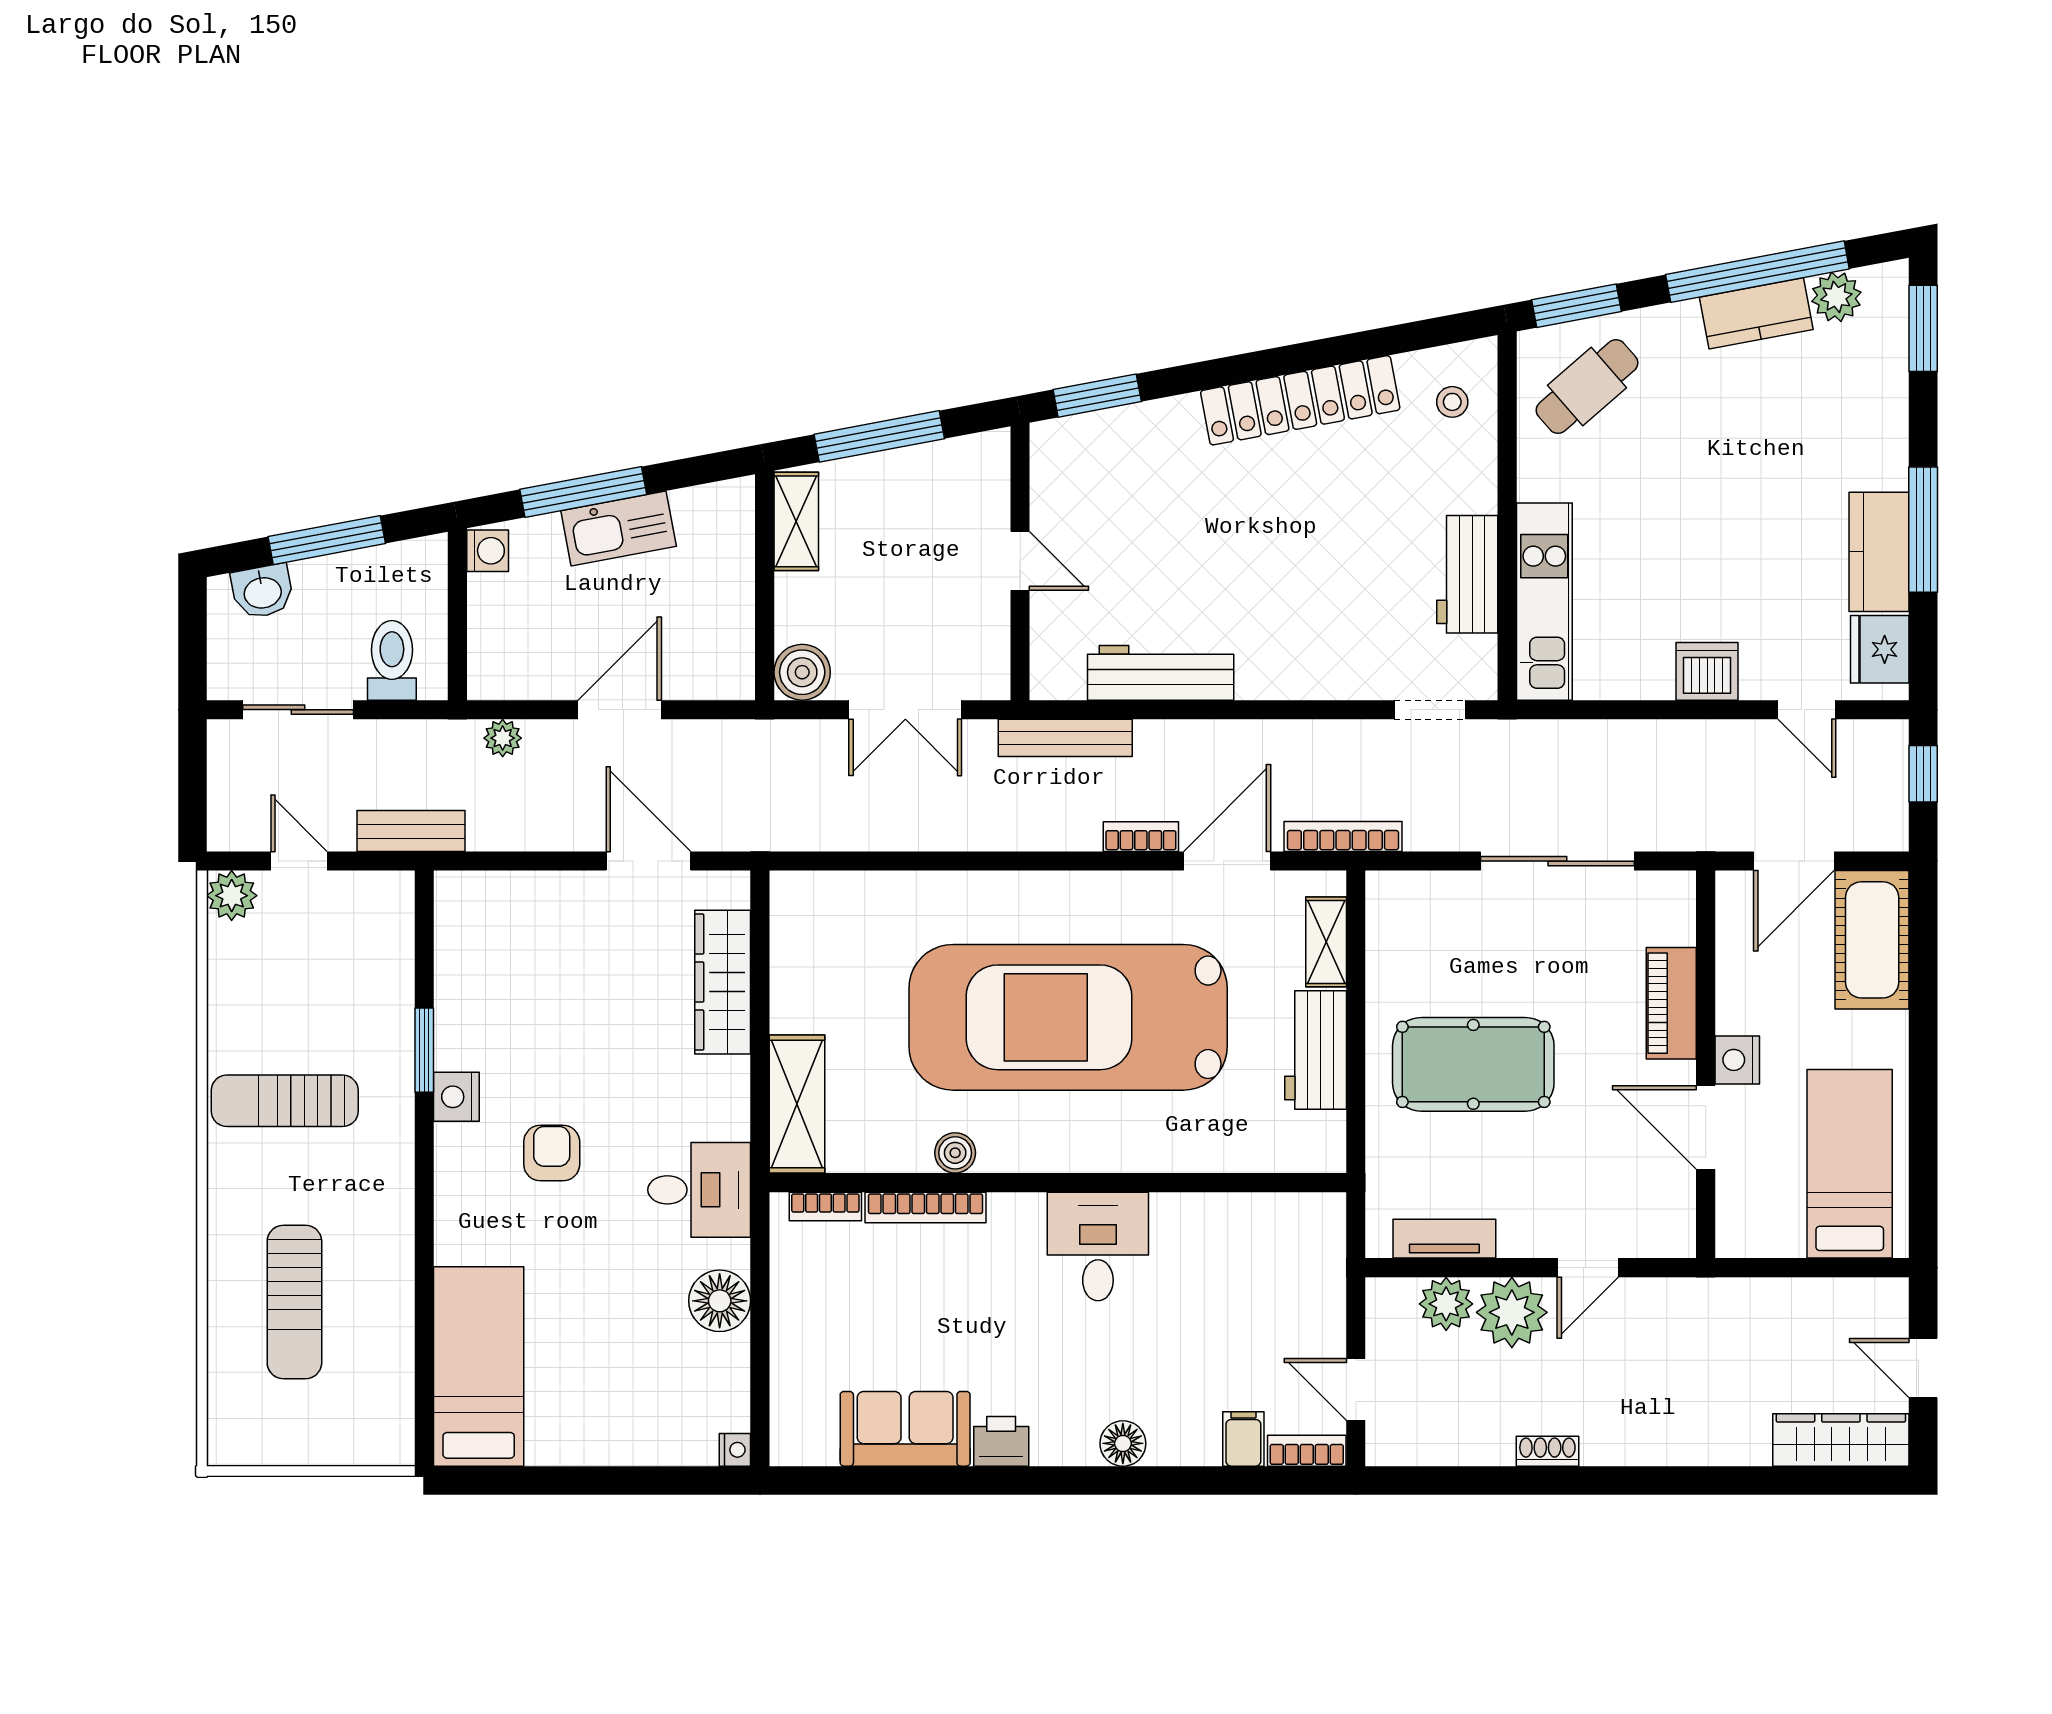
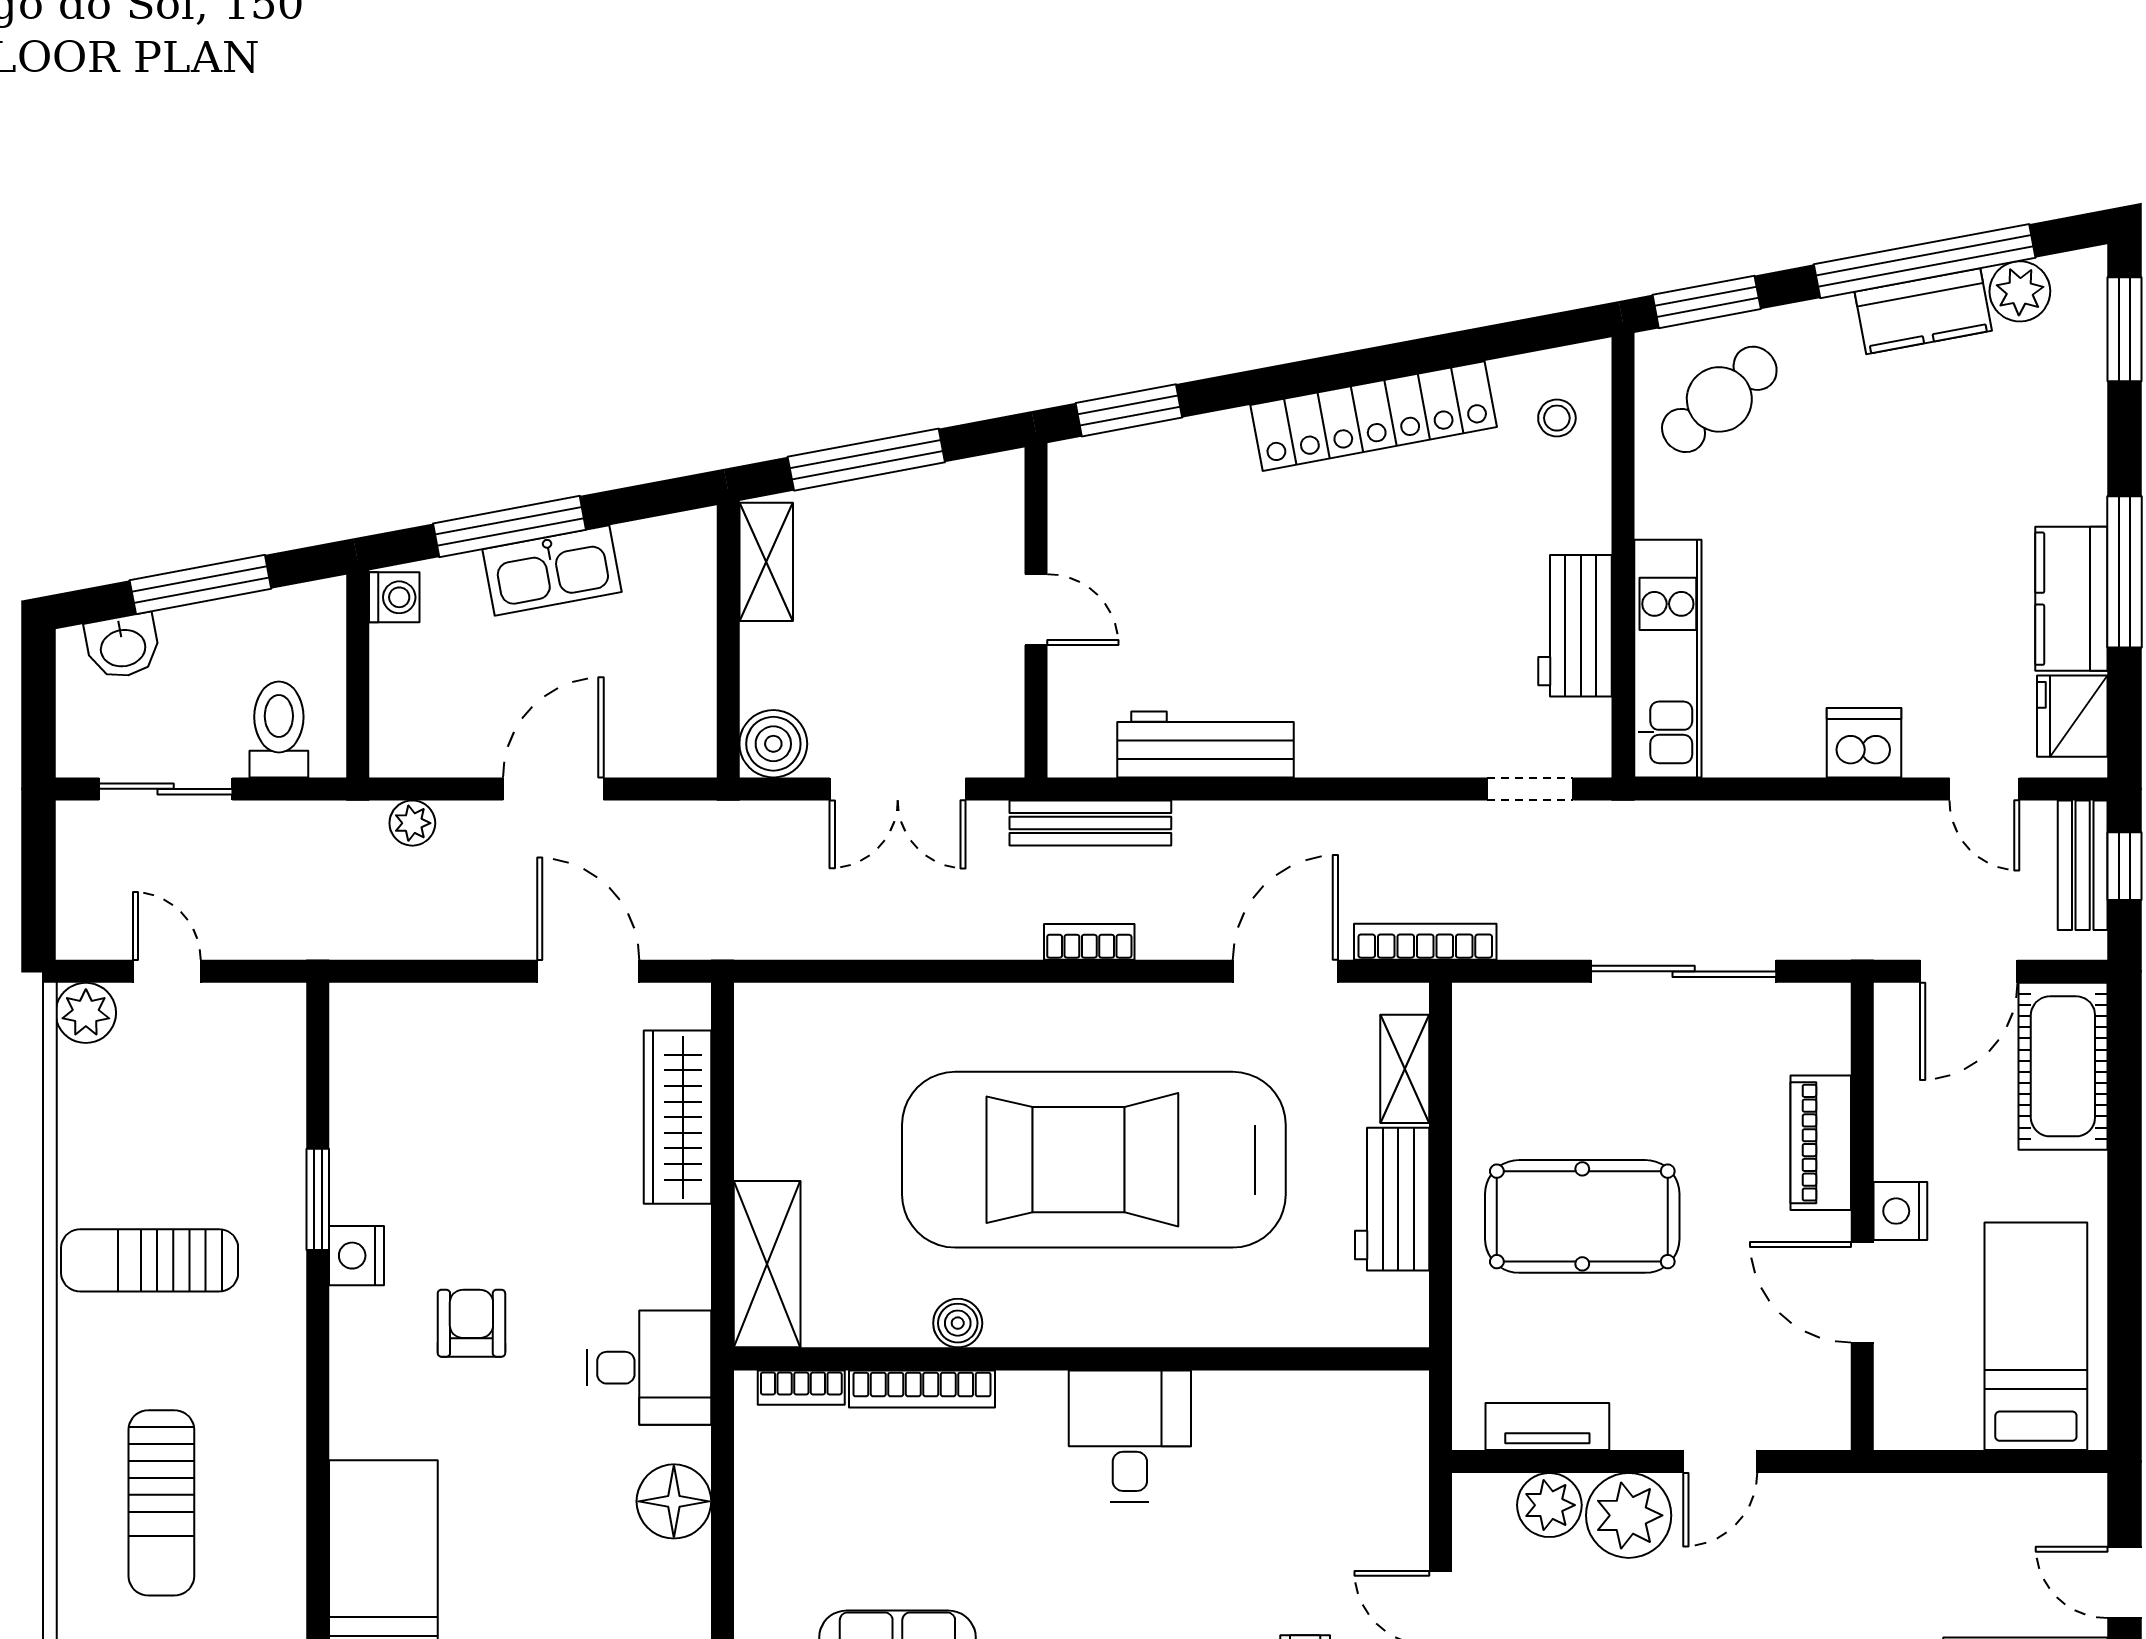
bench: (411, 831) -> (2083, 865), moved, turned 90
bookcase: (1141, 837) -> (1089, 942), moved

